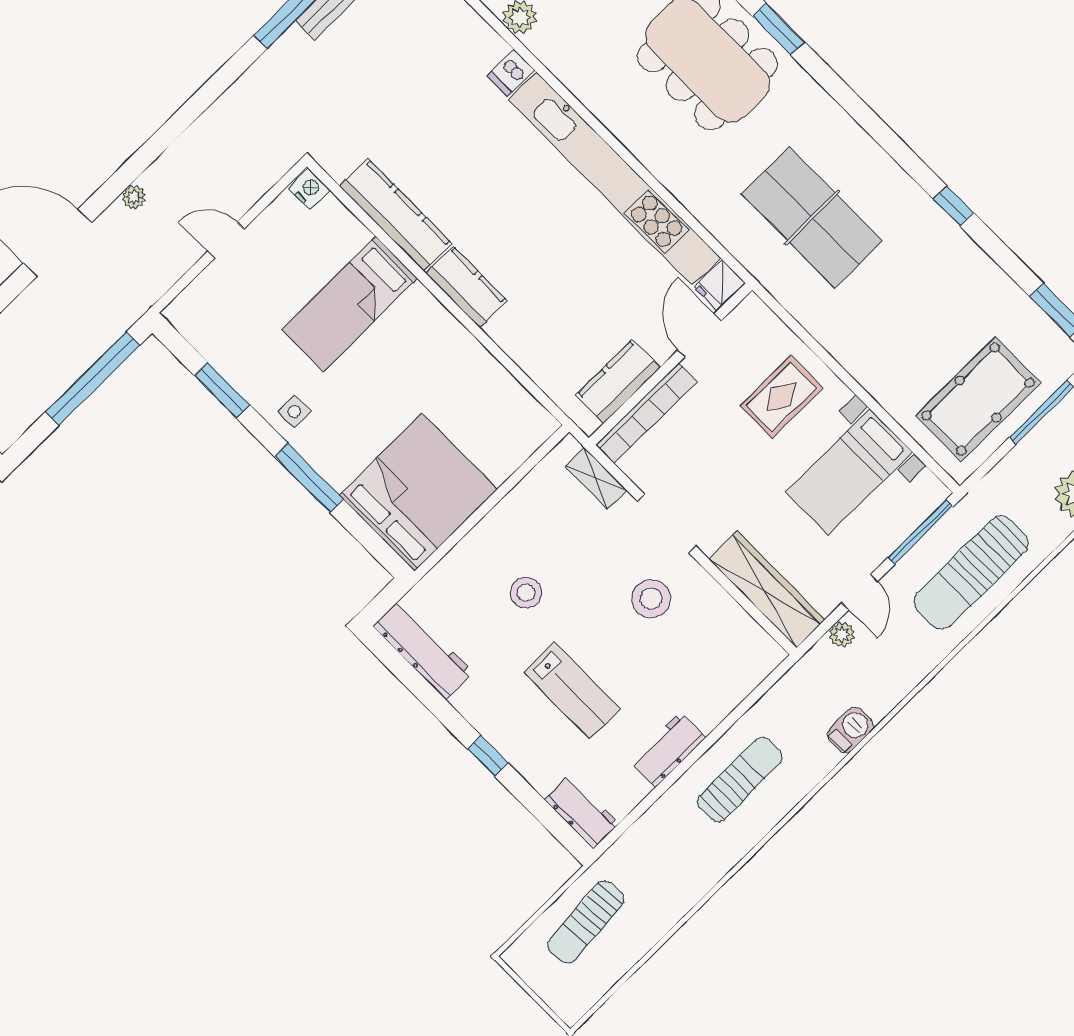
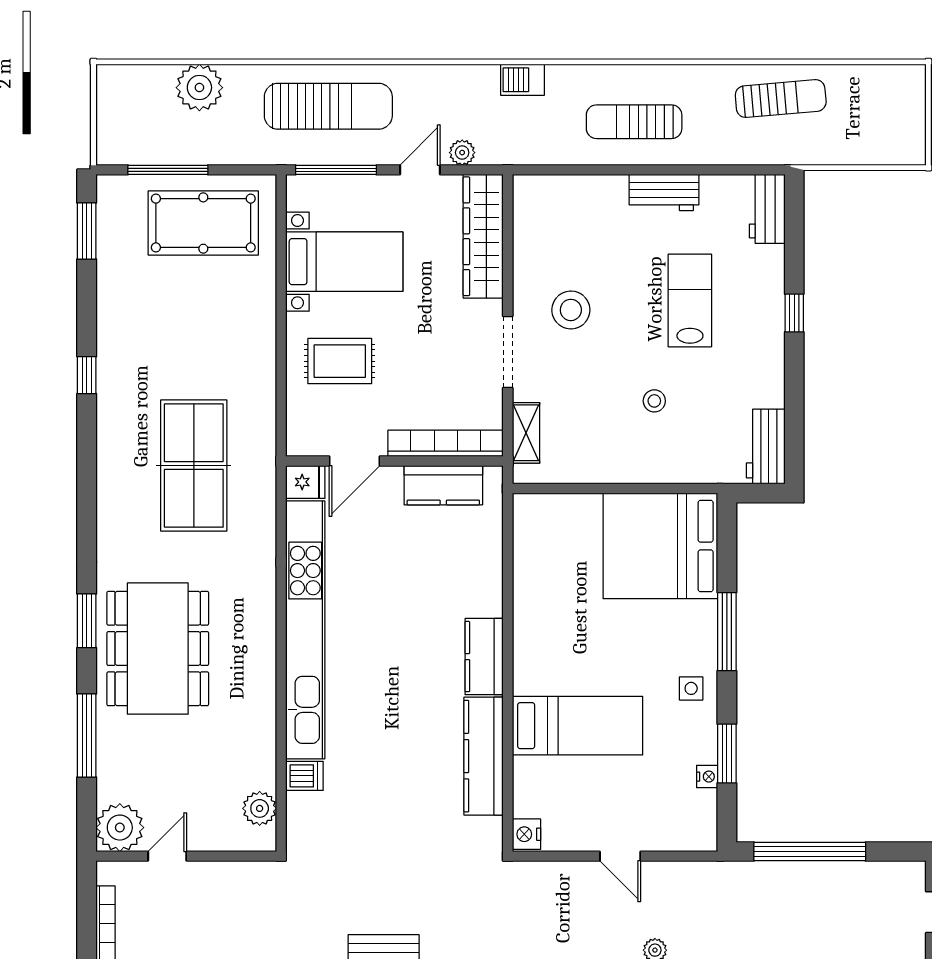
nightstand: (220, 360) -> (707, 777), added
stool: (526, 593) -> (654, 401), width x0.73, depth x0.73
workbench: (423, 649) -> (766, 447), width x0.73
sun lounger: (586, 922) -> (781, 99), moved

